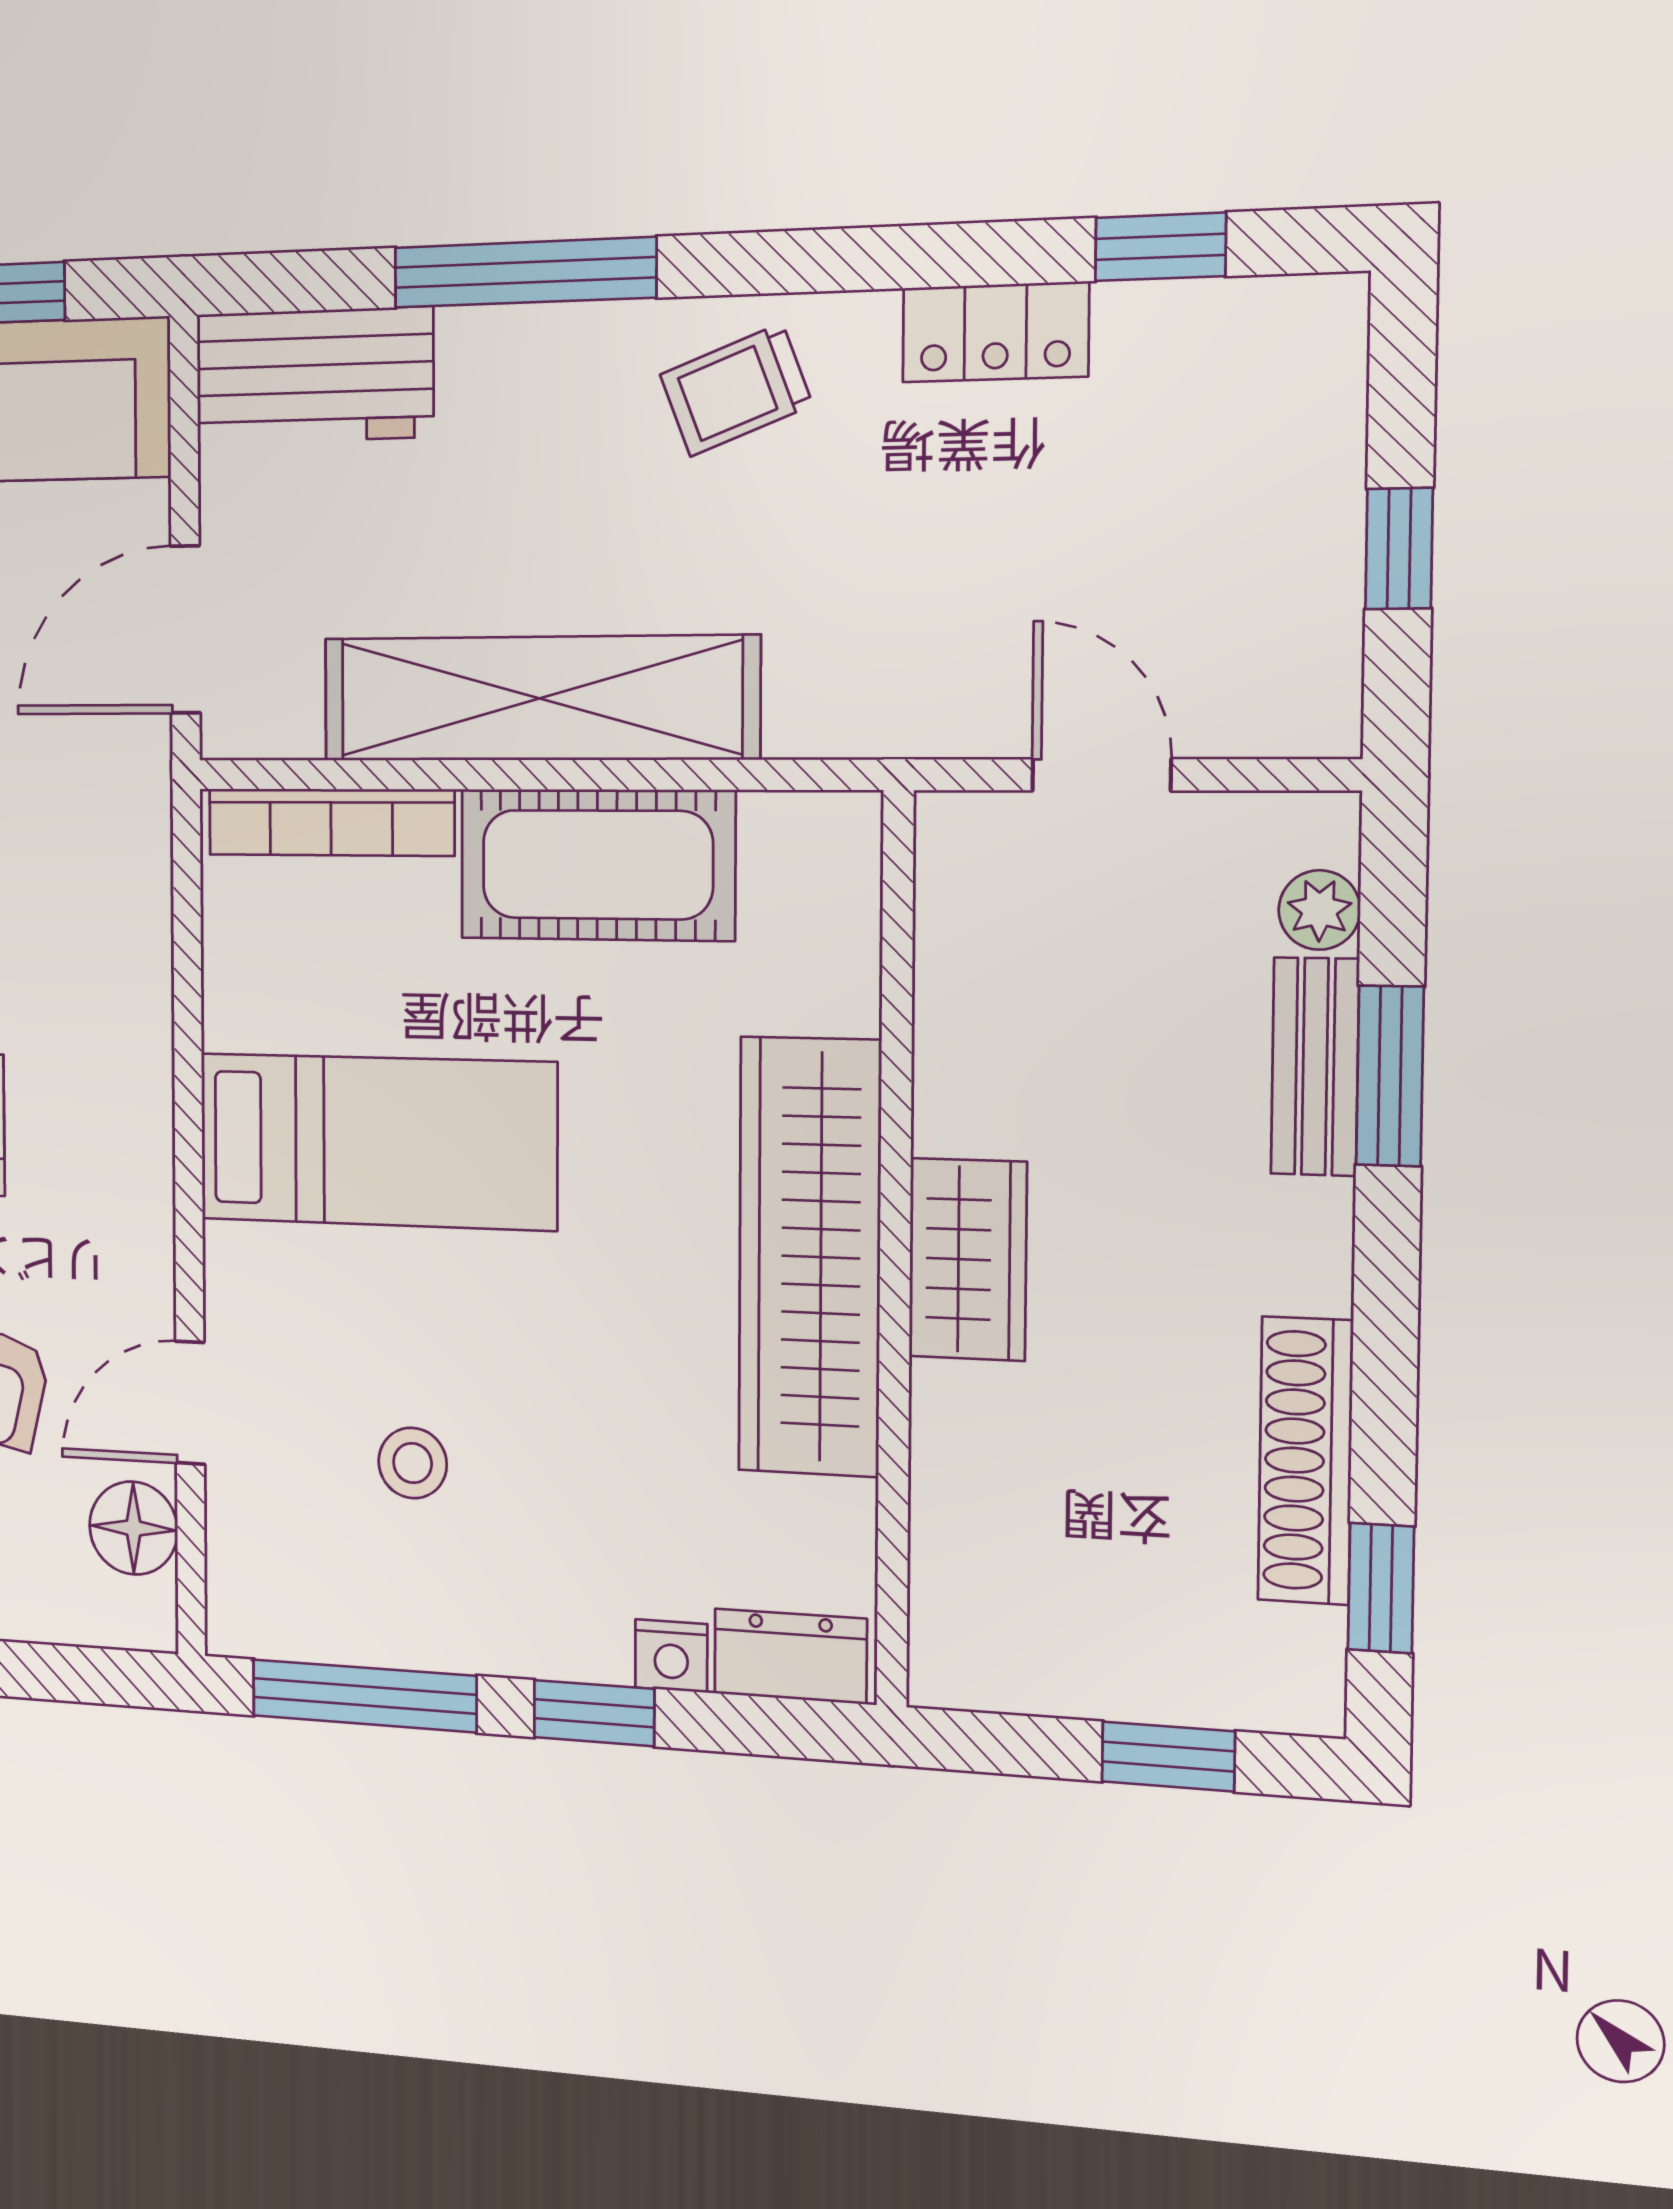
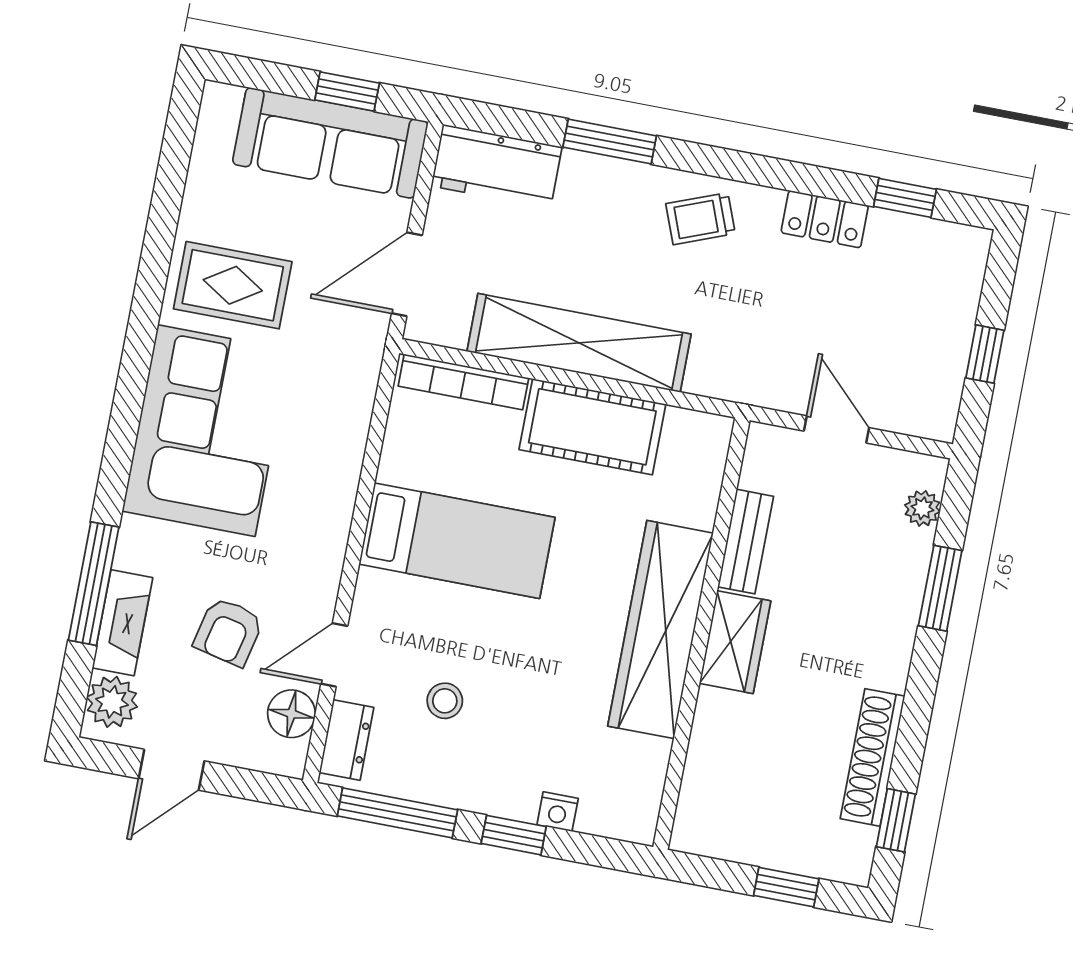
window: (525, 272) -> (610, 142), width x0.69
bench: (1315, 1067) -> (746, 542), moved
dresser: (790, 1656) -> (347, 740), moved, turned 90

